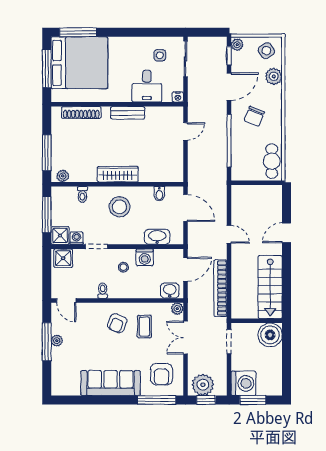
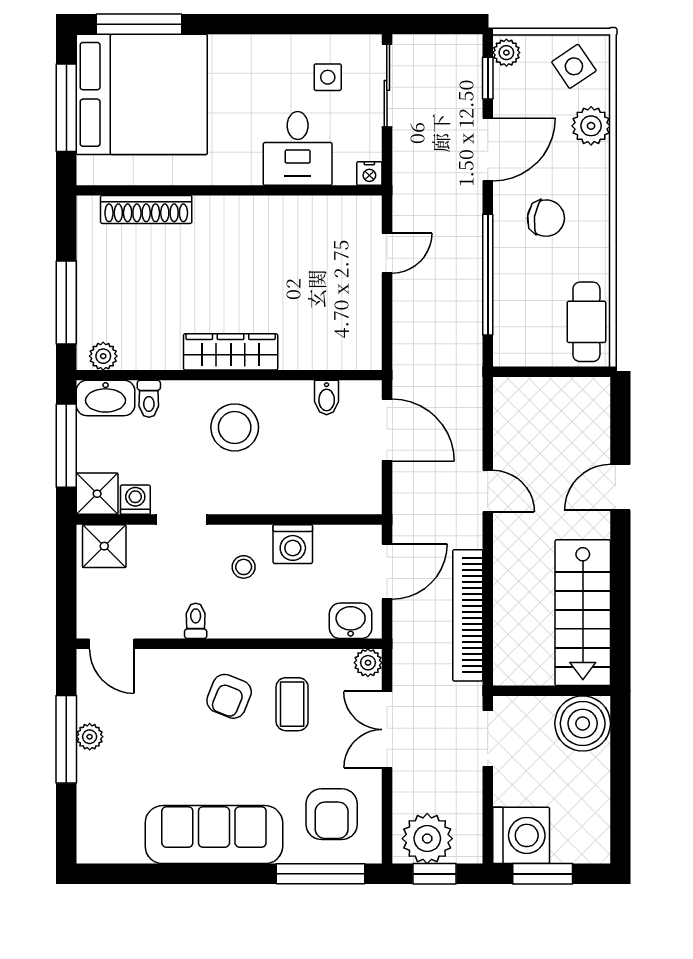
bench: (128, 113) -> (253, 210), removed
chair: (254, 116) -> (546, 218), turned -104
washbasin: (157, 237) -> (106, 398), moved, turned 180

